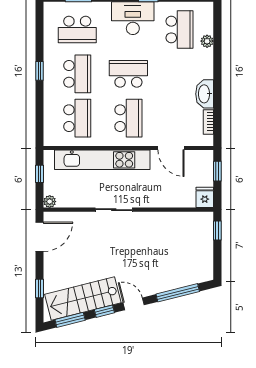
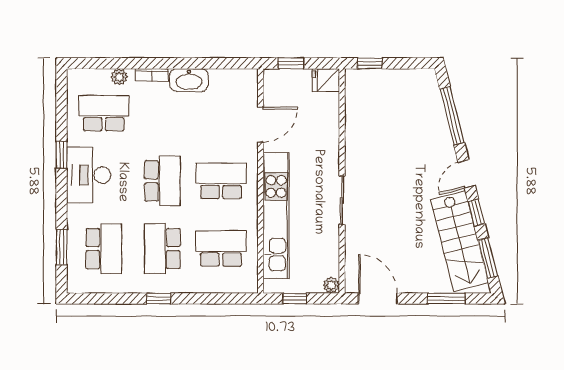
school desk: (77, 74) -> (162, 249), turned -90
school desk: (128, 74) -> (162, 181), turned 180
bookcase: (208, 122) -> (152, 75), moved
window: (40, 288) -> (446, 298), width x1.50

